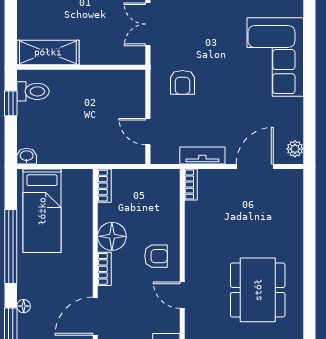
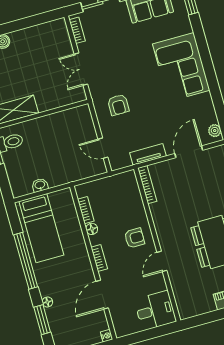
washbasin: (27, 156) -> (40, 185), moved
bookcase: (191, 185) -> (147, 185), width x1.56
bookcase: (104, 186) -> (86, 210), moved
floor lamp: (112, 236) -> (92, 229), width x0.53, depth x0.53
door: (182, 295) -> (162, 261), hinge flipped

